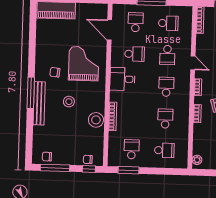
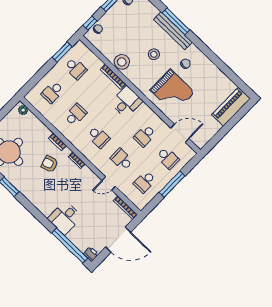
door: (193, 63) -> (109, 183), moved
desk: (122, 79) -> (126, 102), moved
window: (31, 93) -> (176, 21), moved
school desk: (165, 119) -> (76, 115), turned -90

